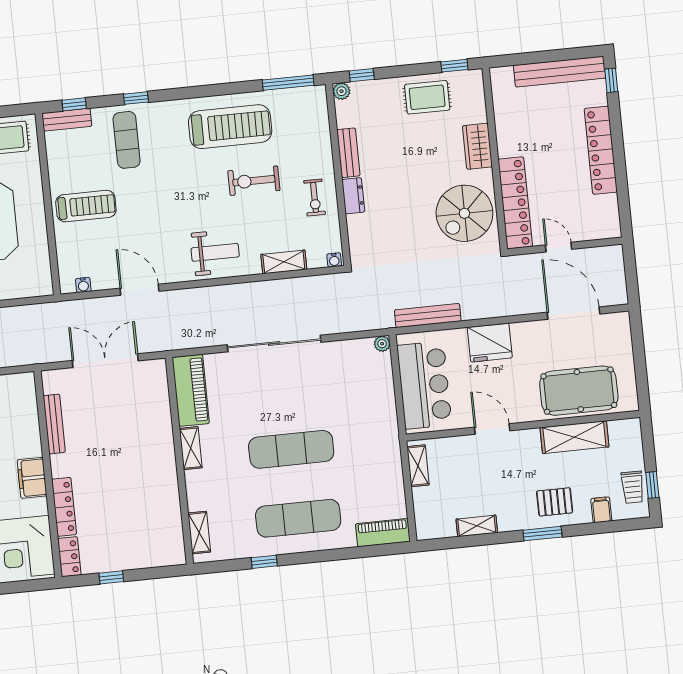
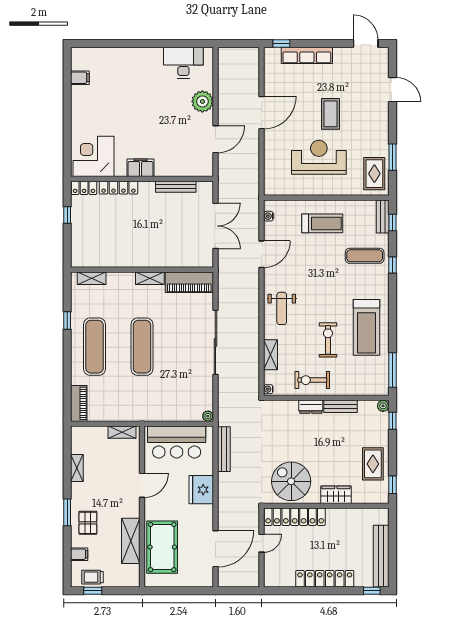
exercise bike: (315, 197) -> (312, 380), width x1.38, depth x1.39
treadmill: (86, 206) -> (322, 223), turned -90

